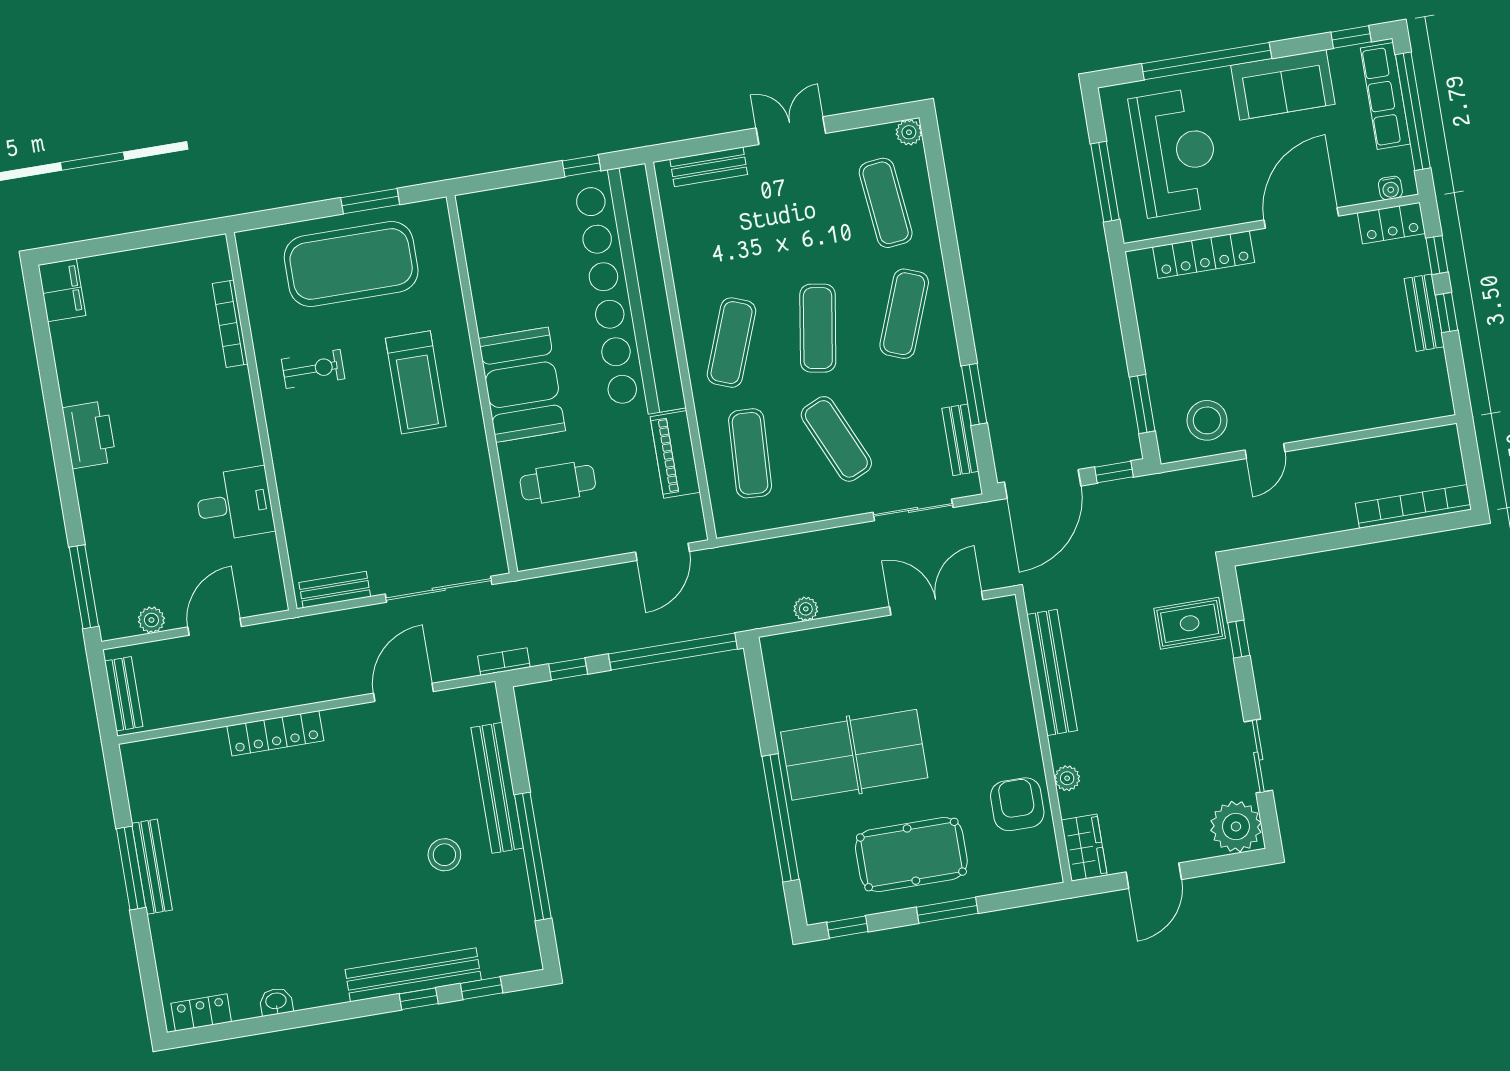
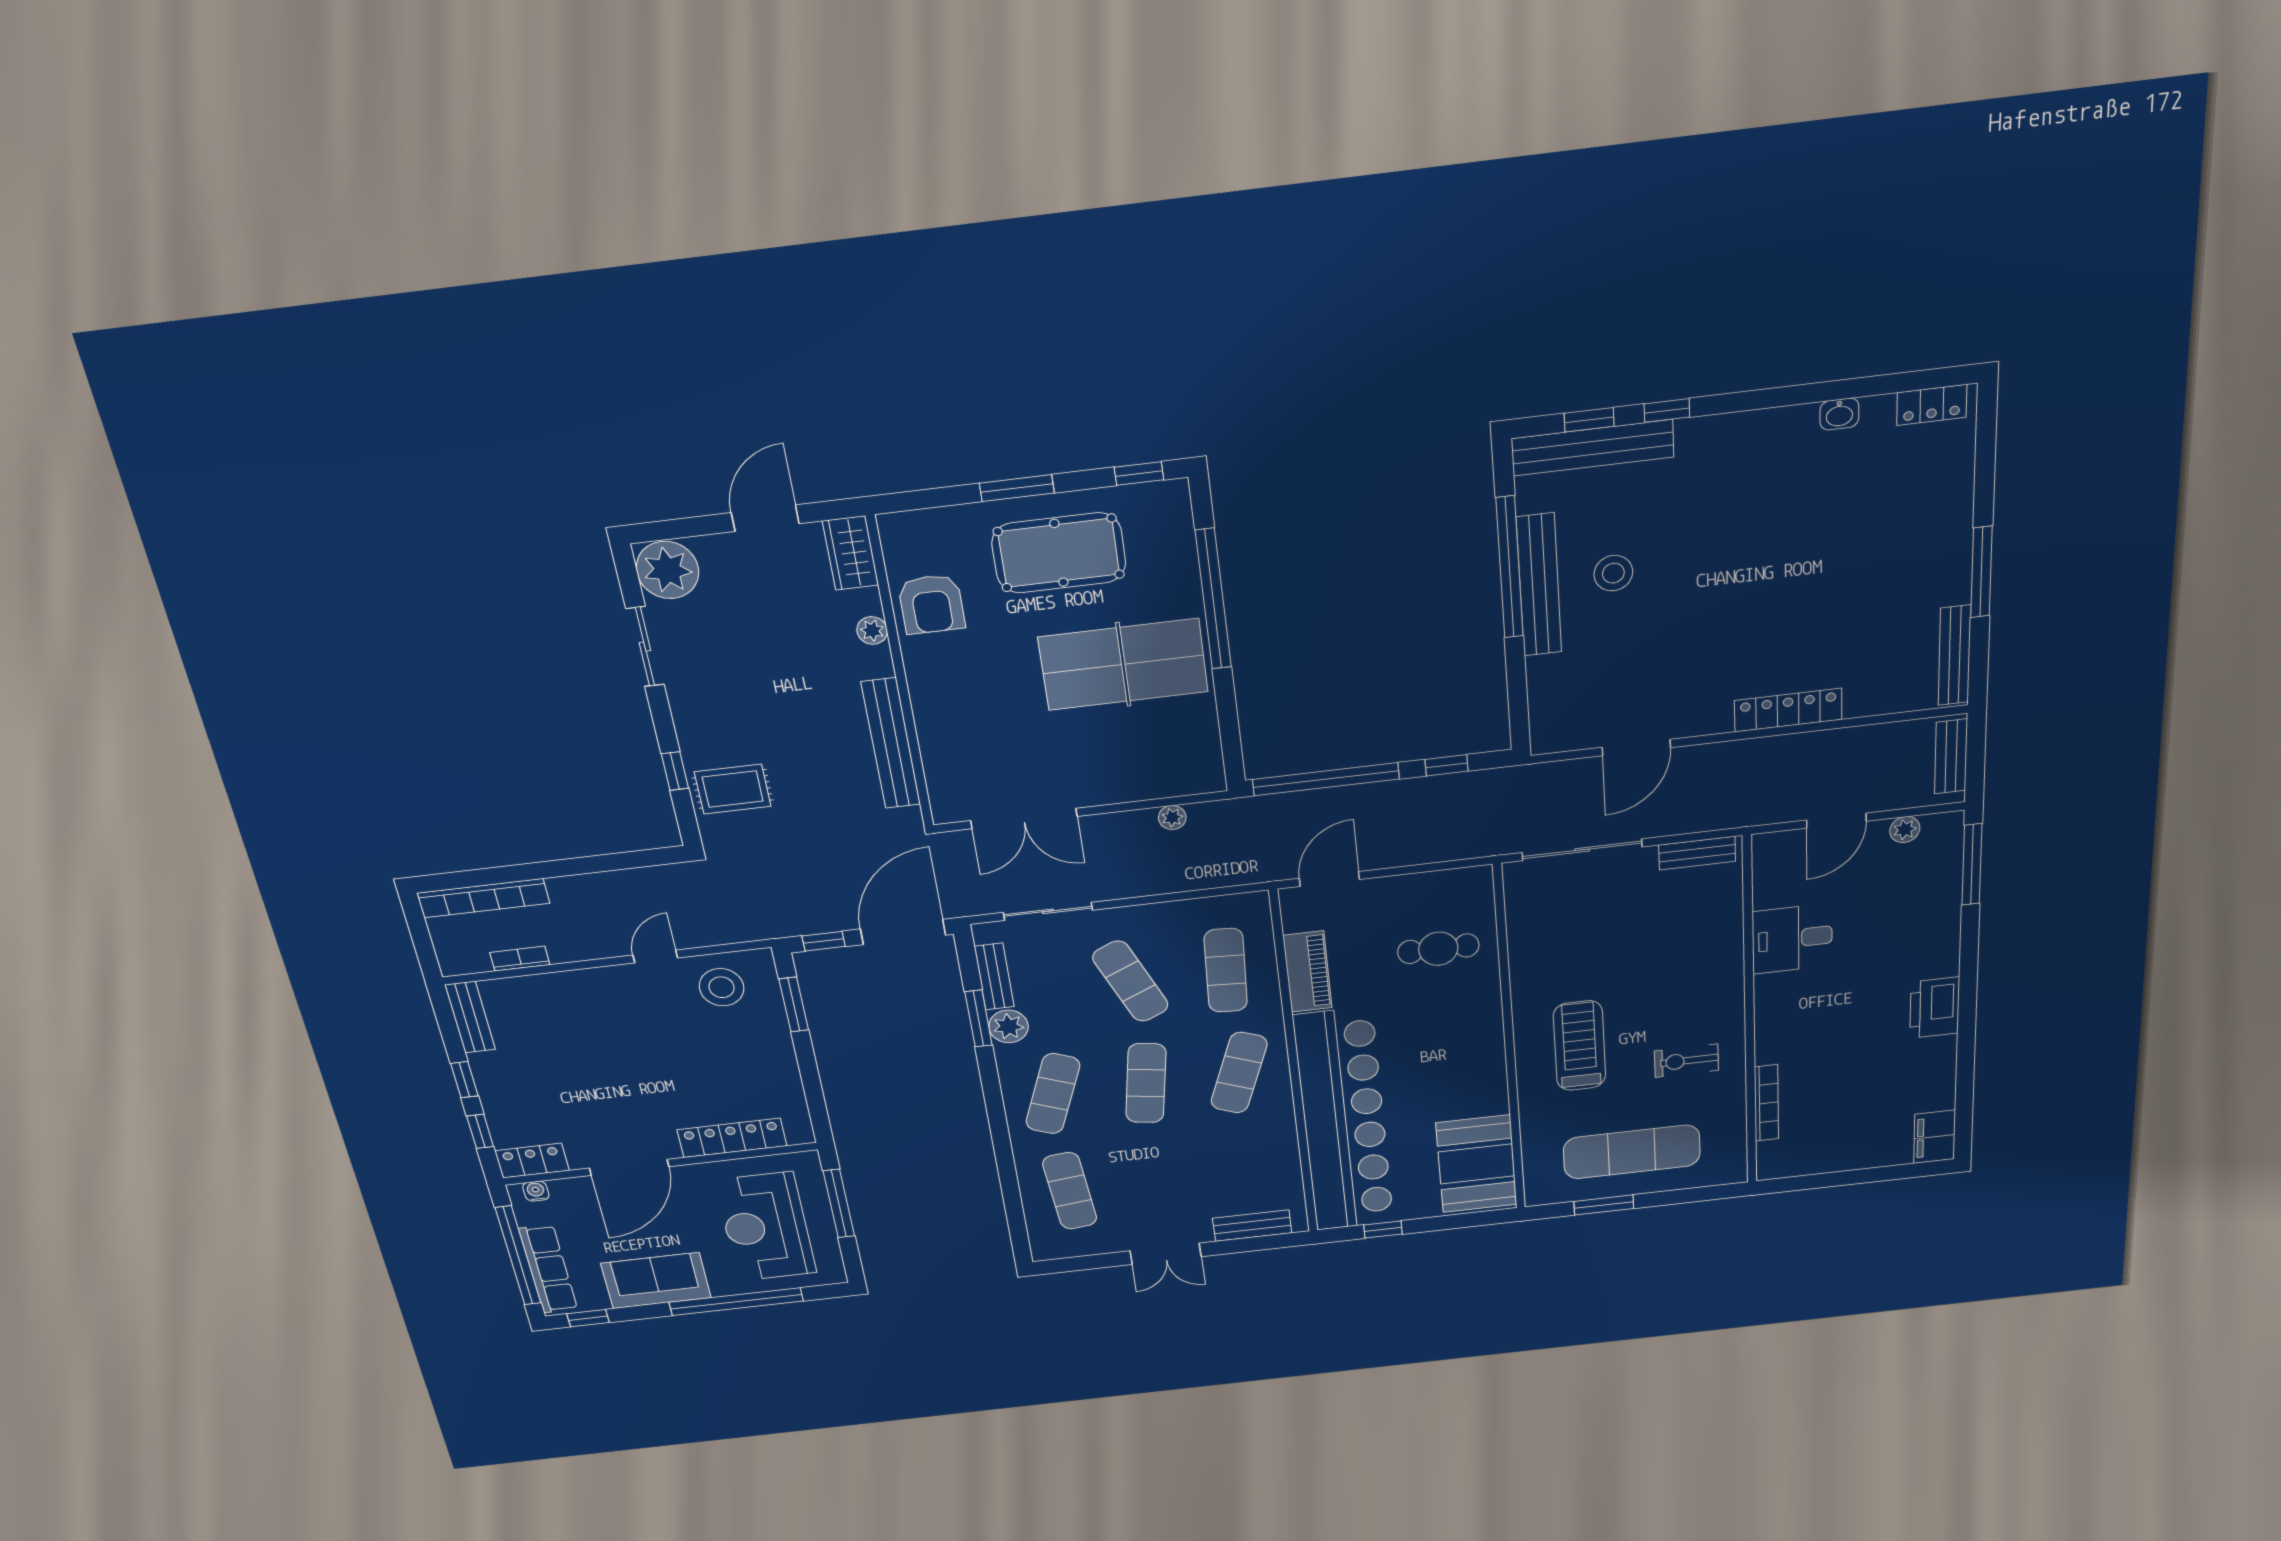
plant: (909, 132) -> (1009, 1026), moved, width x1.38, depth x1.38
exercise mat: (351, 264) -> (1632, 1152), width x0.68
bench: (1424, 313) -> (470, 1017), moved
booth: (522, 385) -> (1476, 1164), moved
bookcase: (504, 662) -> (520, 959), moved, turned 180
bench: (497, 788) -> (1539, 585), moved
bench: (152, 867) -> (1954, 655), moved
bench: (413, 975) -> (1593, 448), moved

